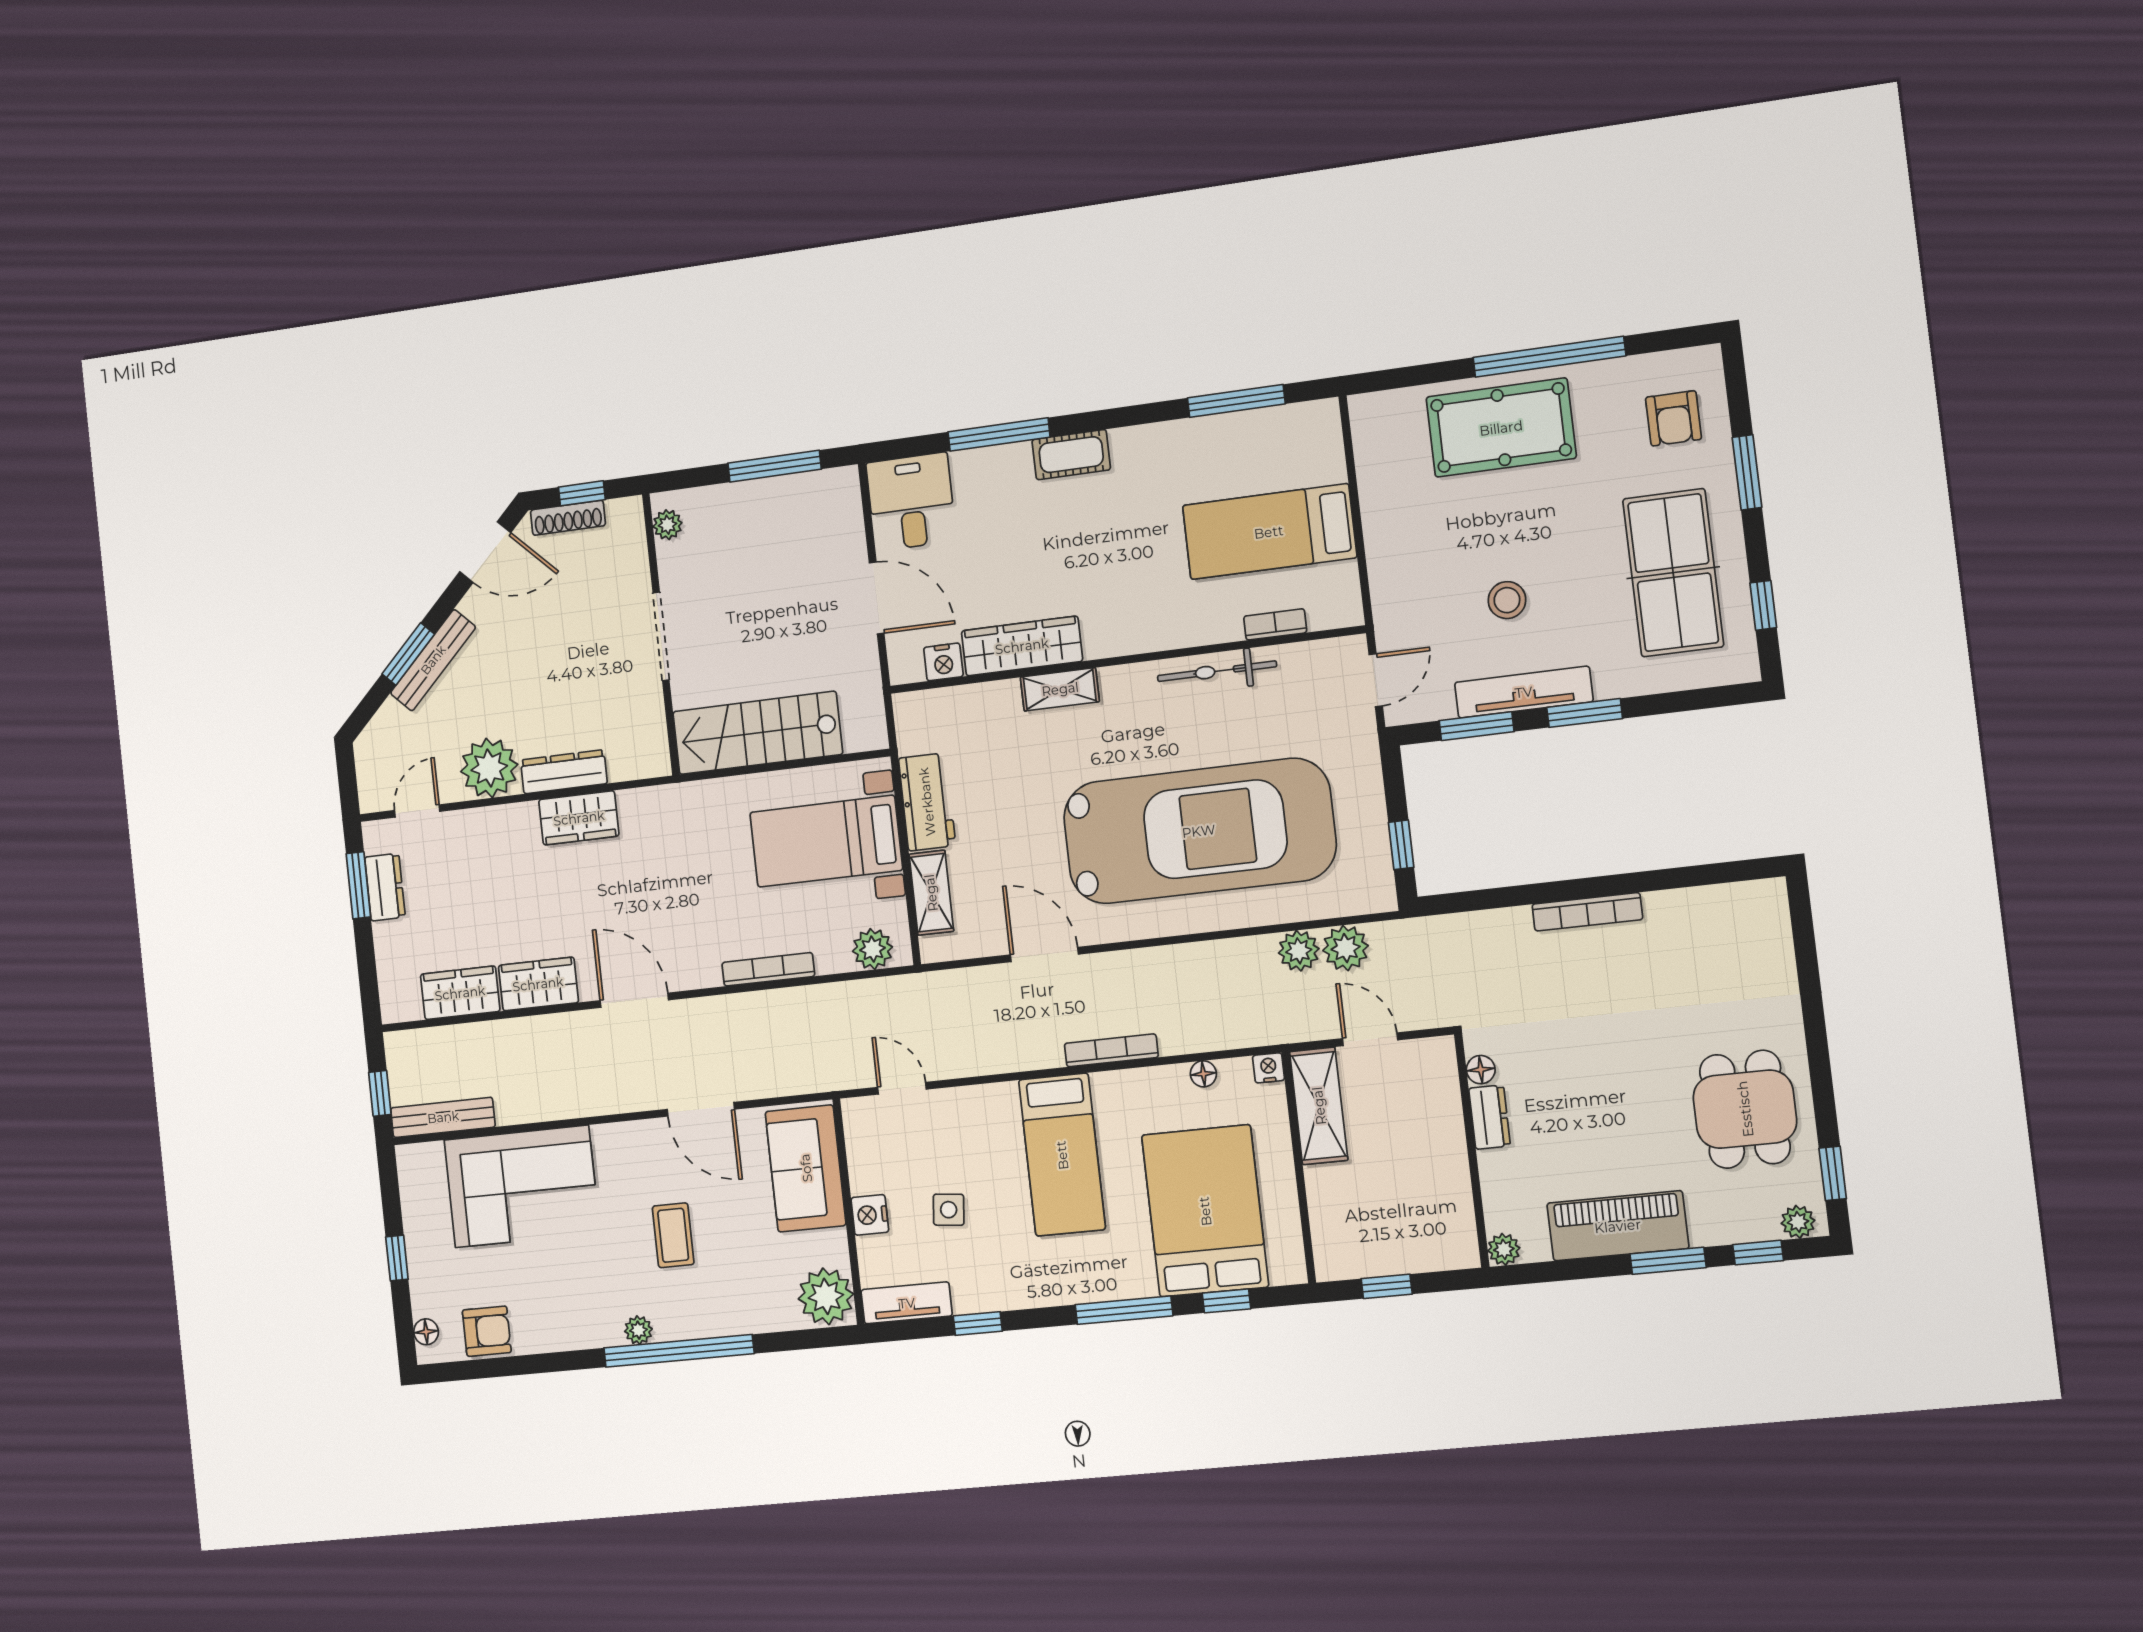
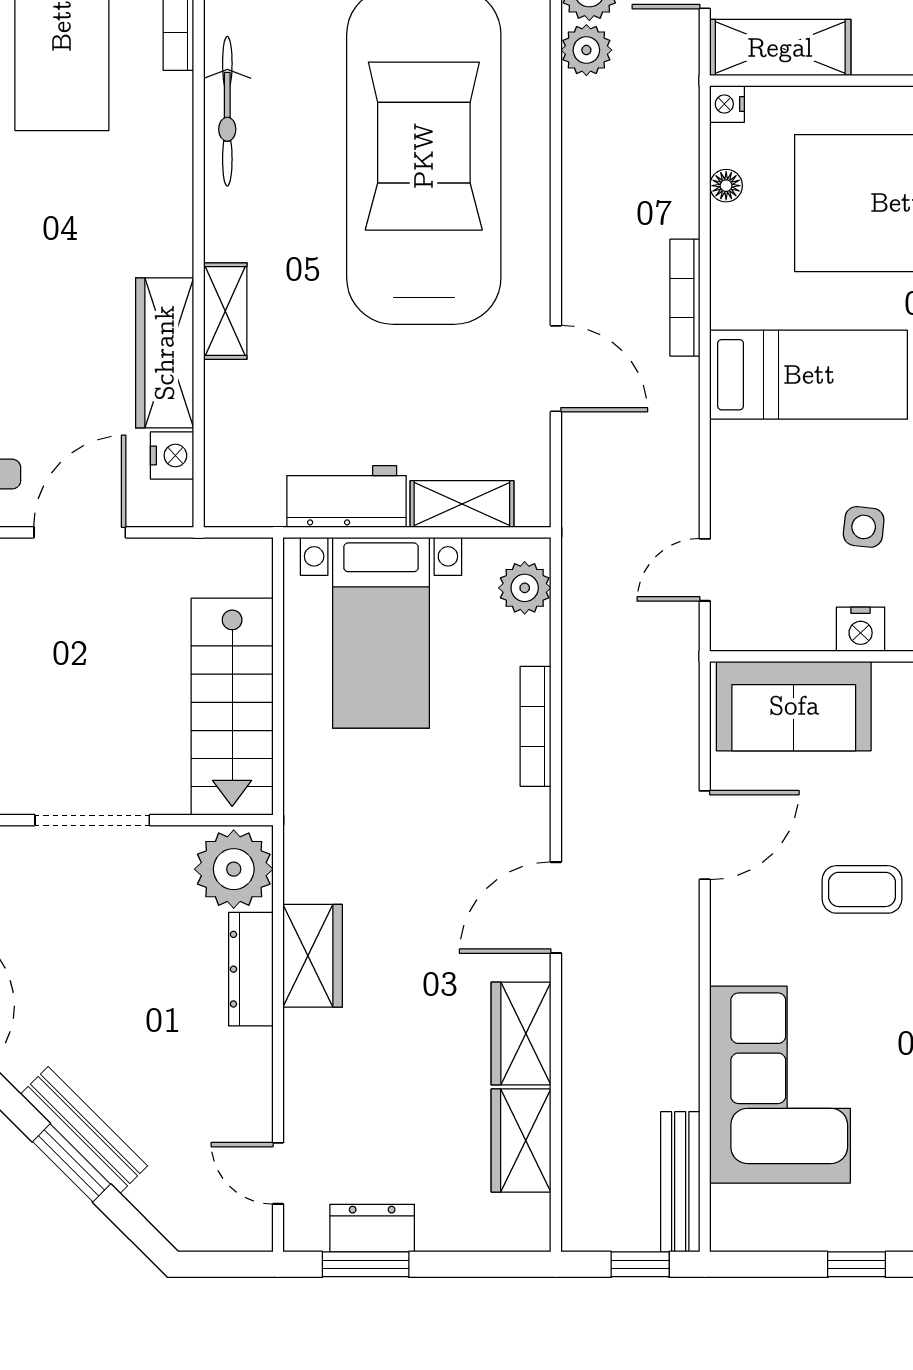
plant: (489, 768) -> (234, 869), moved
door: (1044, 955) -> (556, 369), swing flipped

